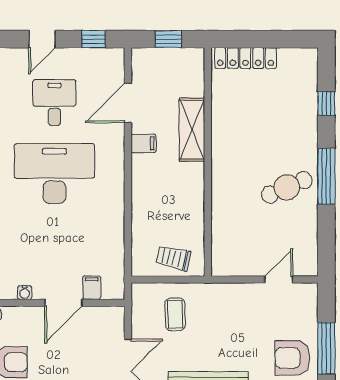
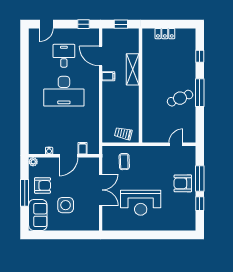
door: (42, 39) -> (46, 24), moved
locker: (246, 58) -> (165, 34), width x0.66
door: (128, 103) -> (101, 56), hinge flipped
desk: (54, 174) -> (64, 91), turned 180

